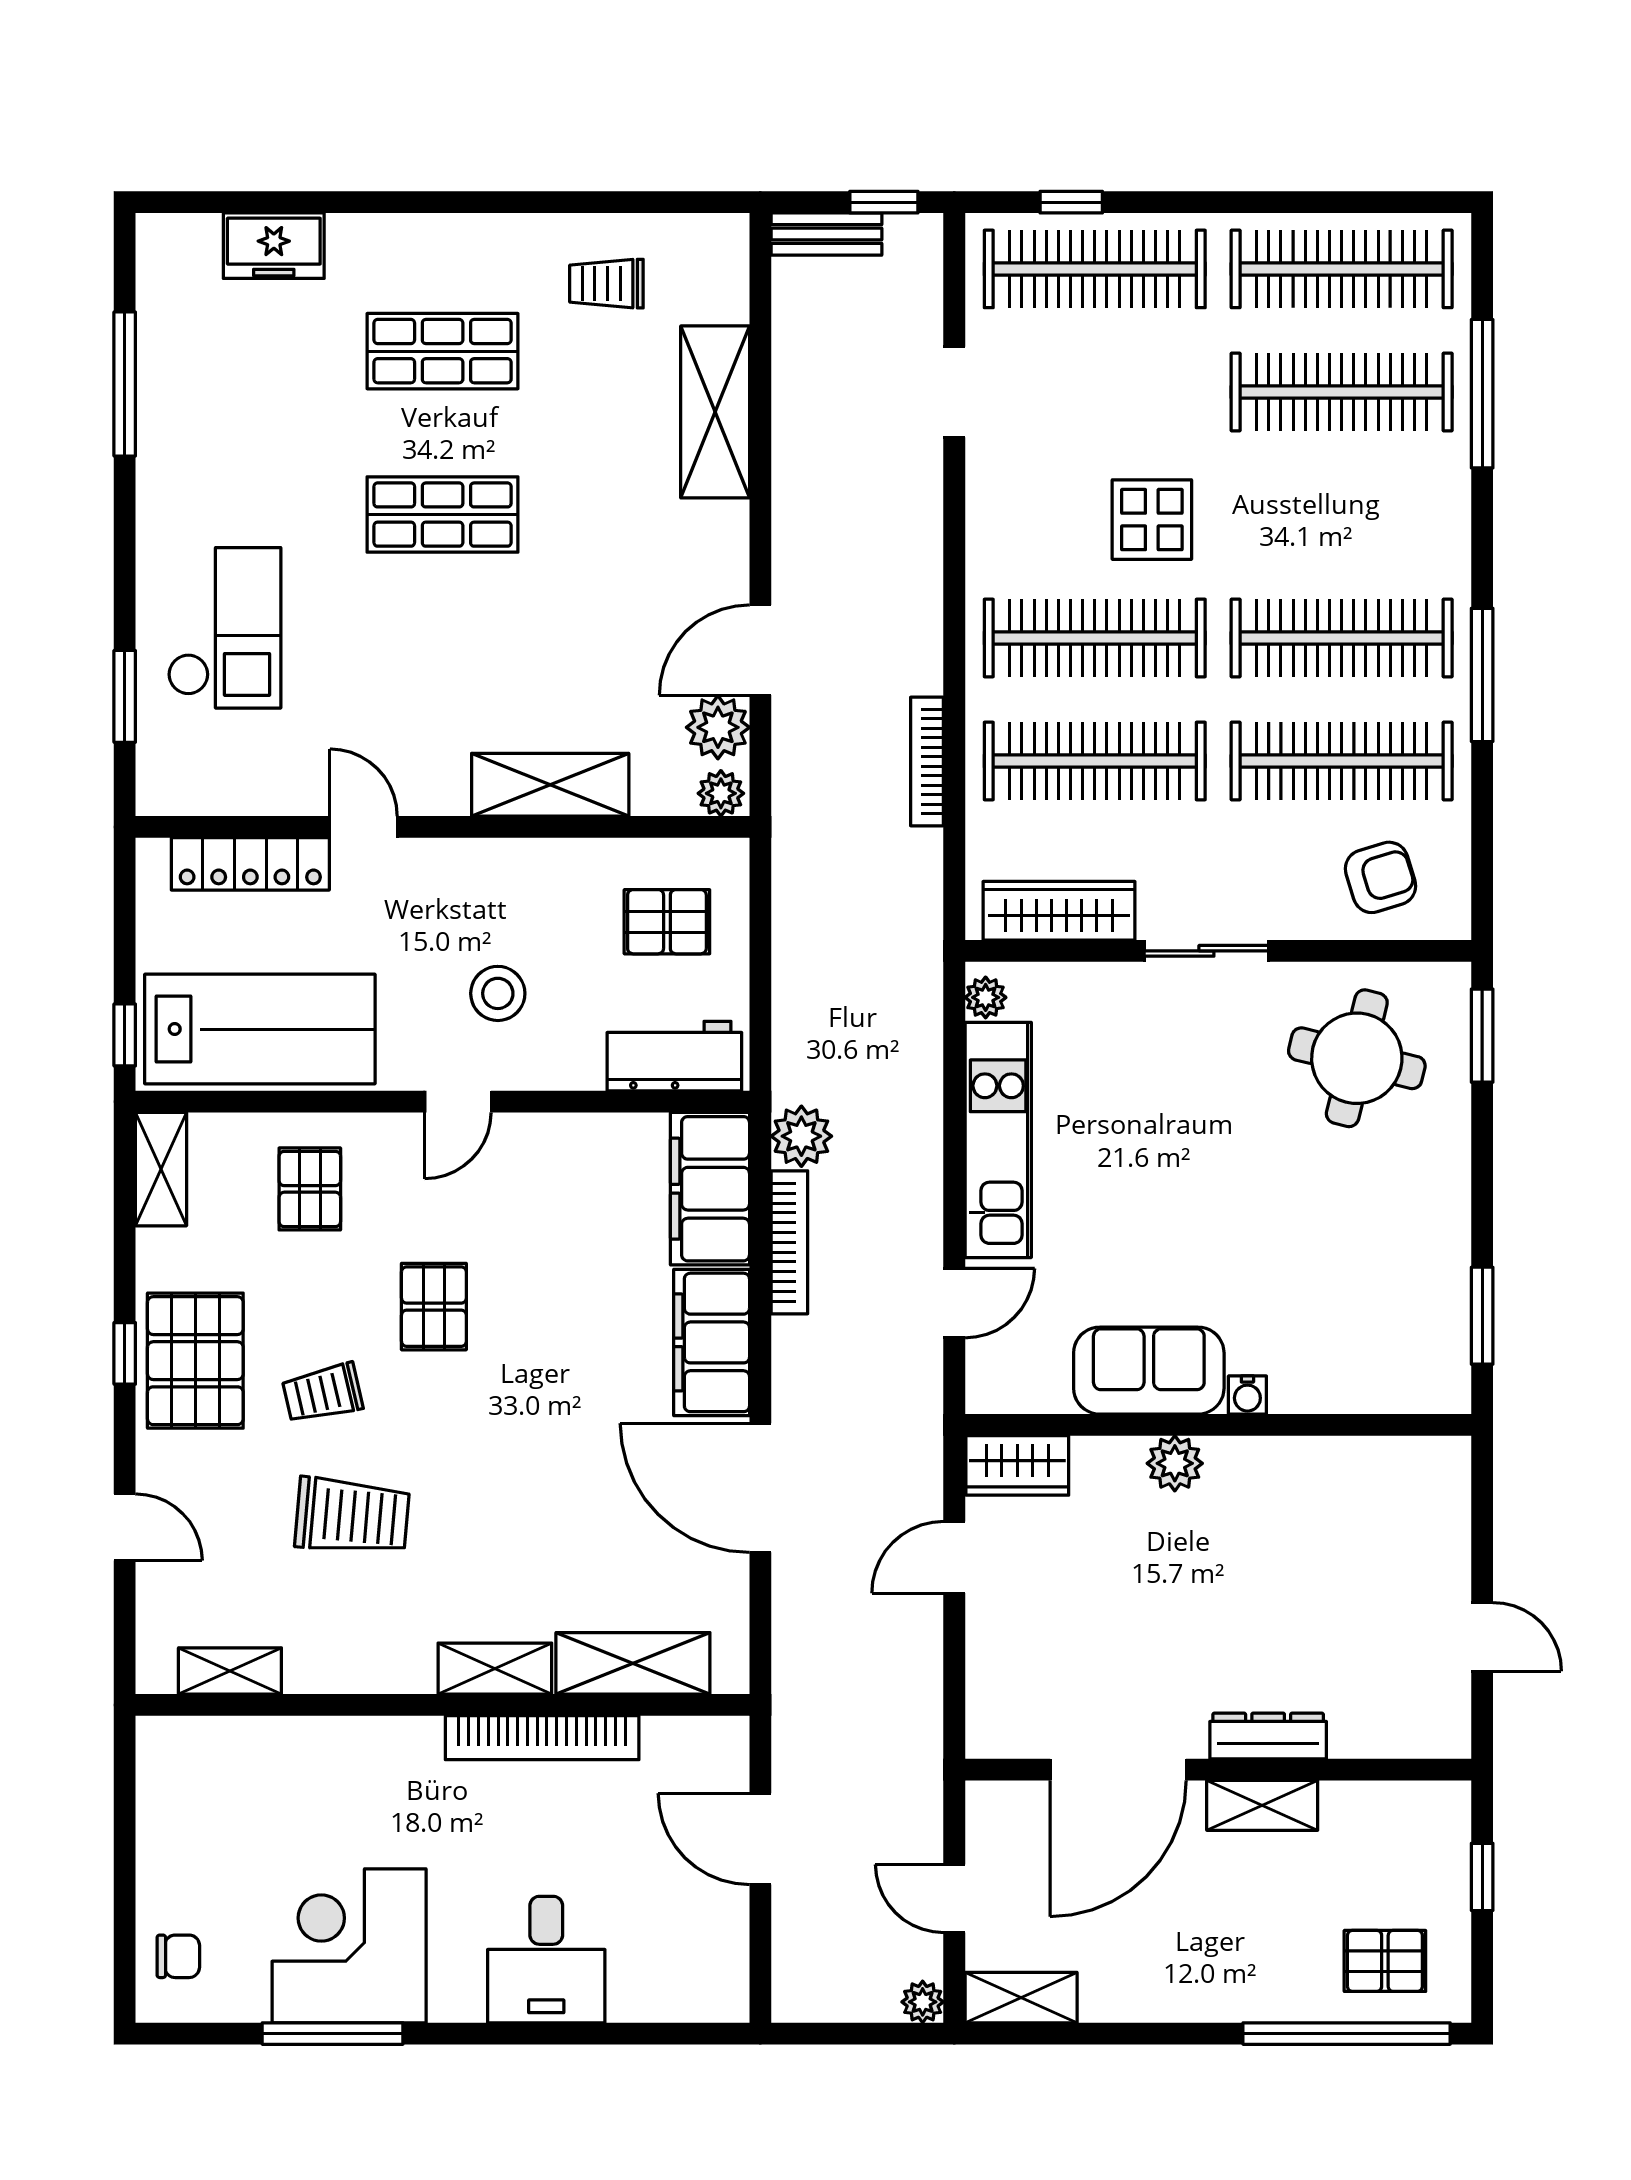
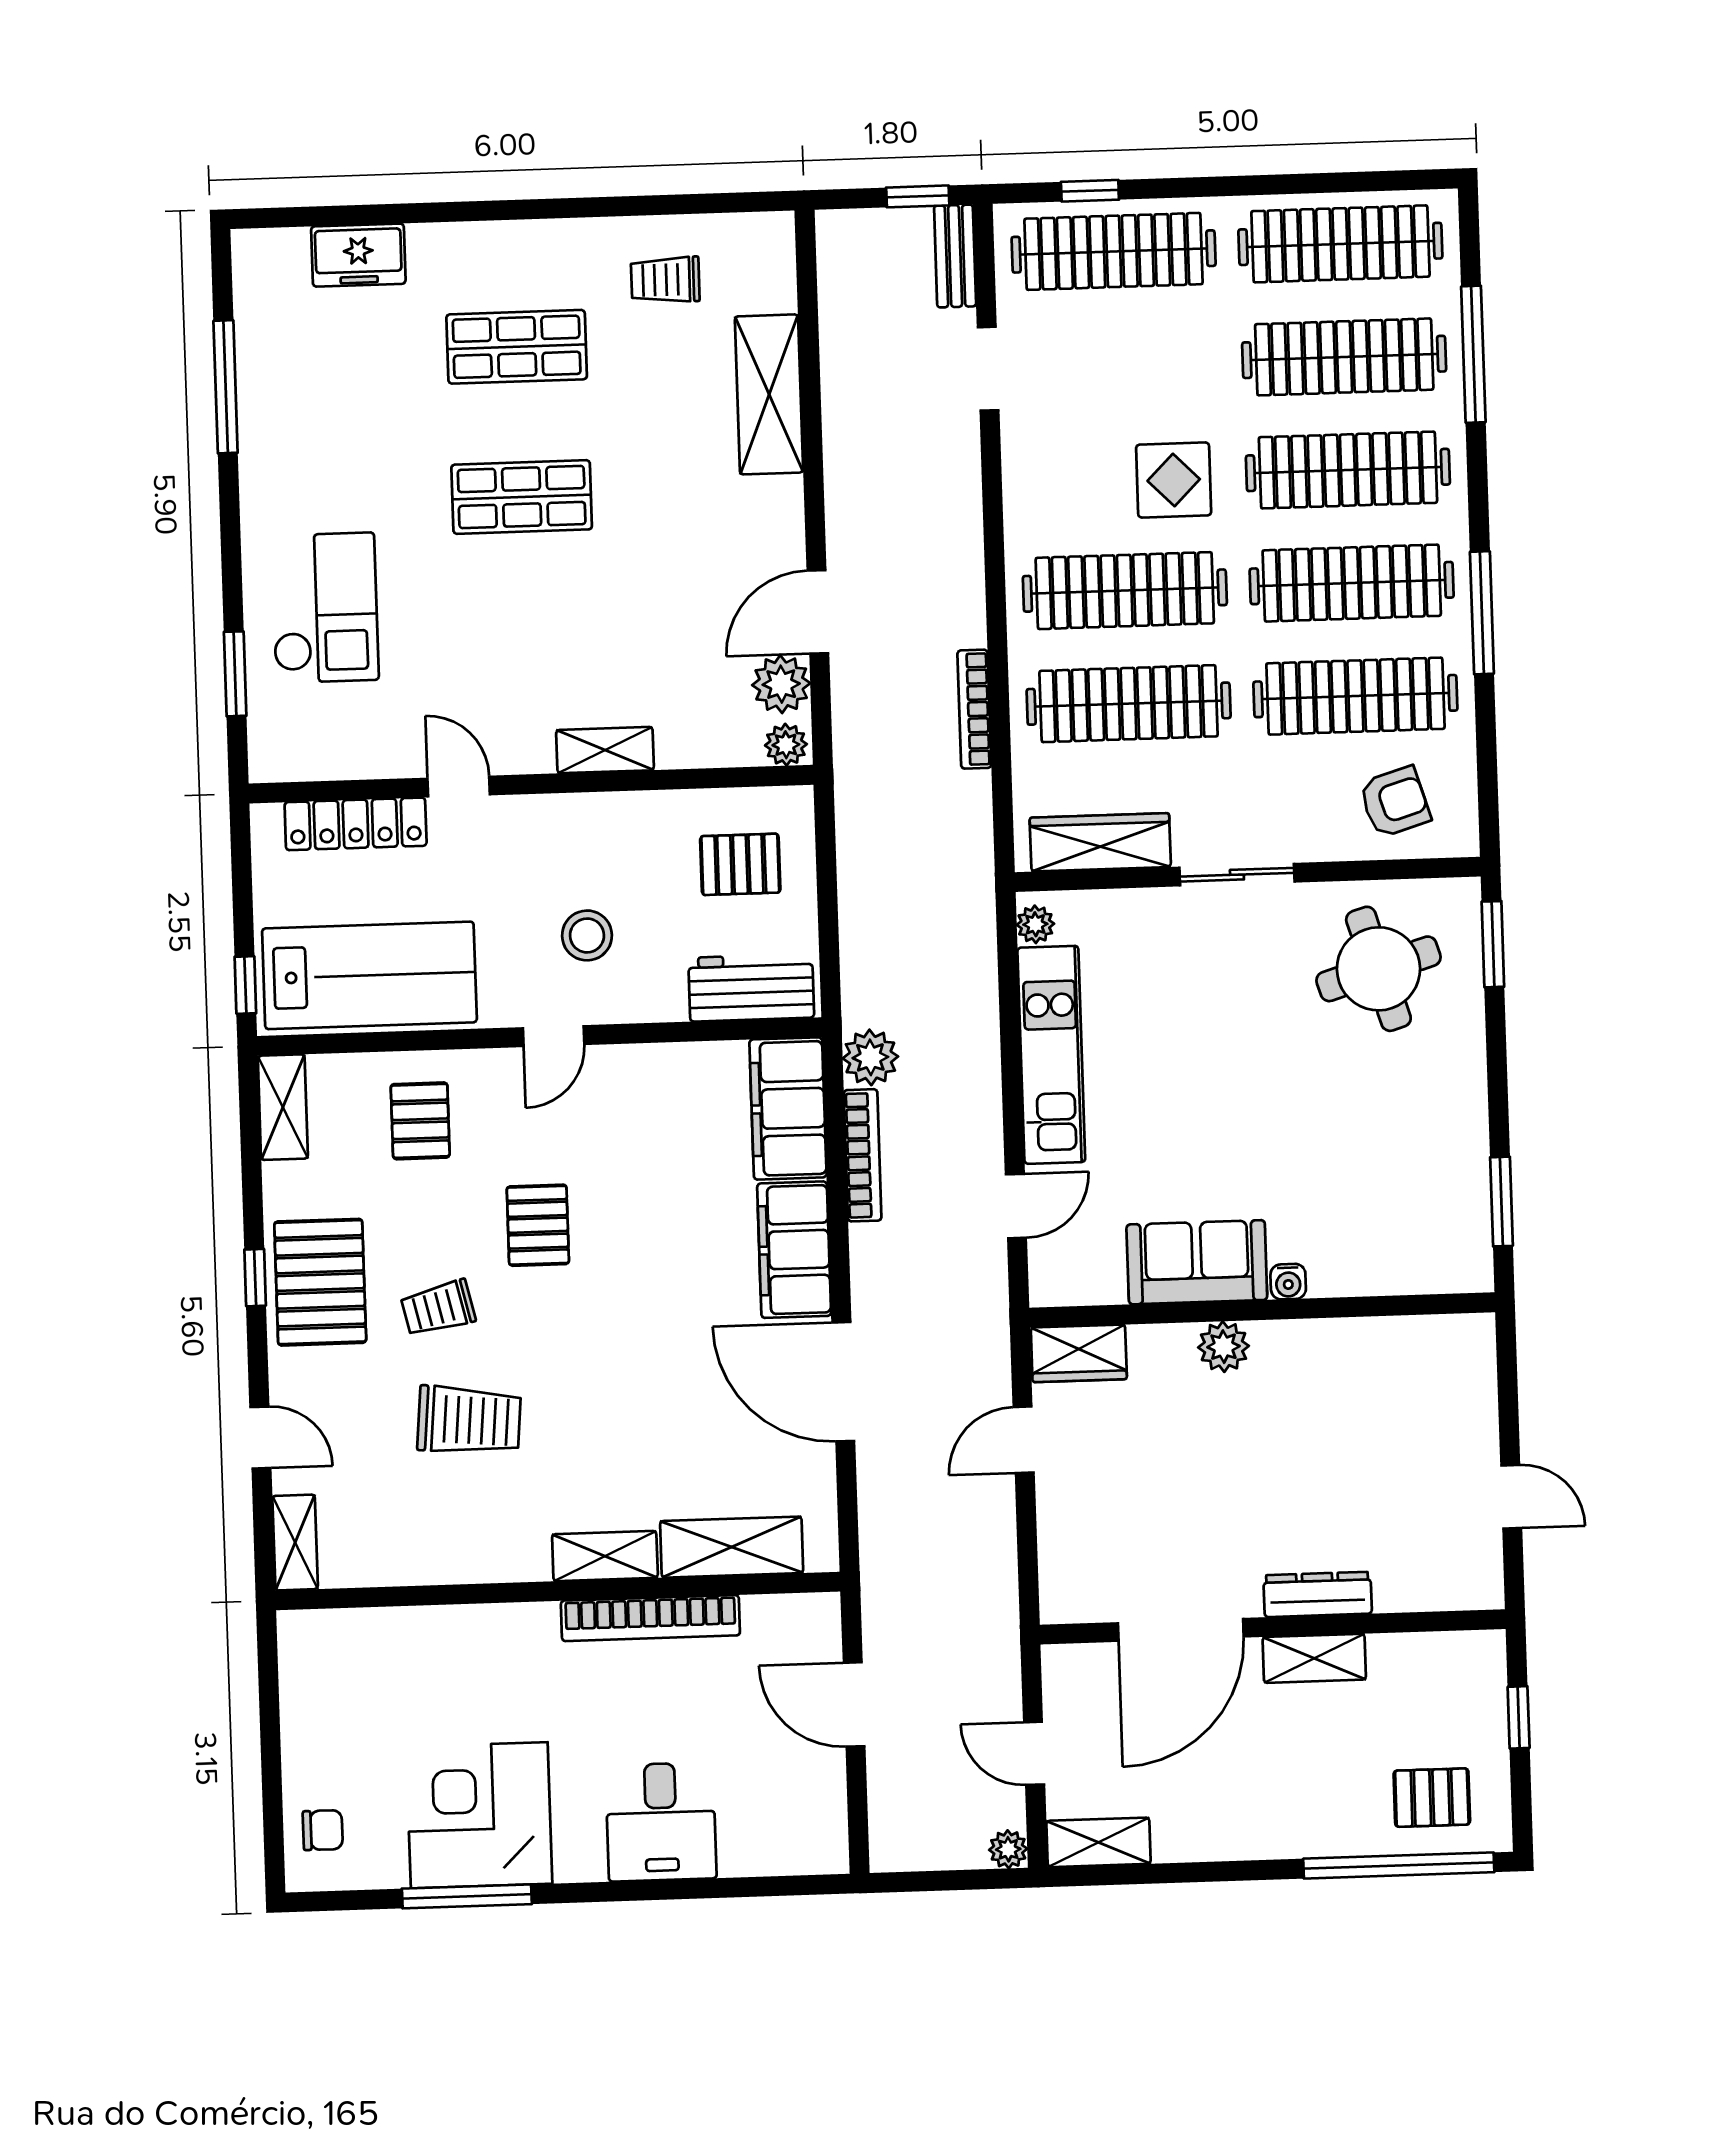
bench: (826, 234) -> (955, 256), moved, turned 90
clothes rail: (1342, 515) -> (1348, 470), added
shelving: (550, 785) -> (605, 750), width x0.67, depth x0.75
round table: (1357, 1058) -> (1378, 969), turned -31
shelving: (230, 1671) -> (295, 1542), moved, turned 90

